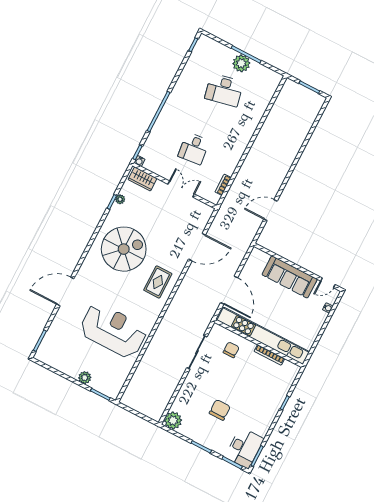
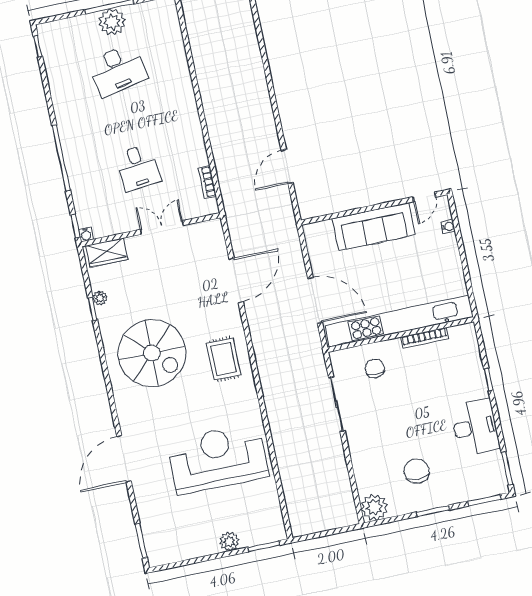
spiral stairs: (124, 249) -> (152, 353), turned 90
chair: (220, 410) -> (417, 471), moved
desk: (244, 448) -> (475, 427), moved

